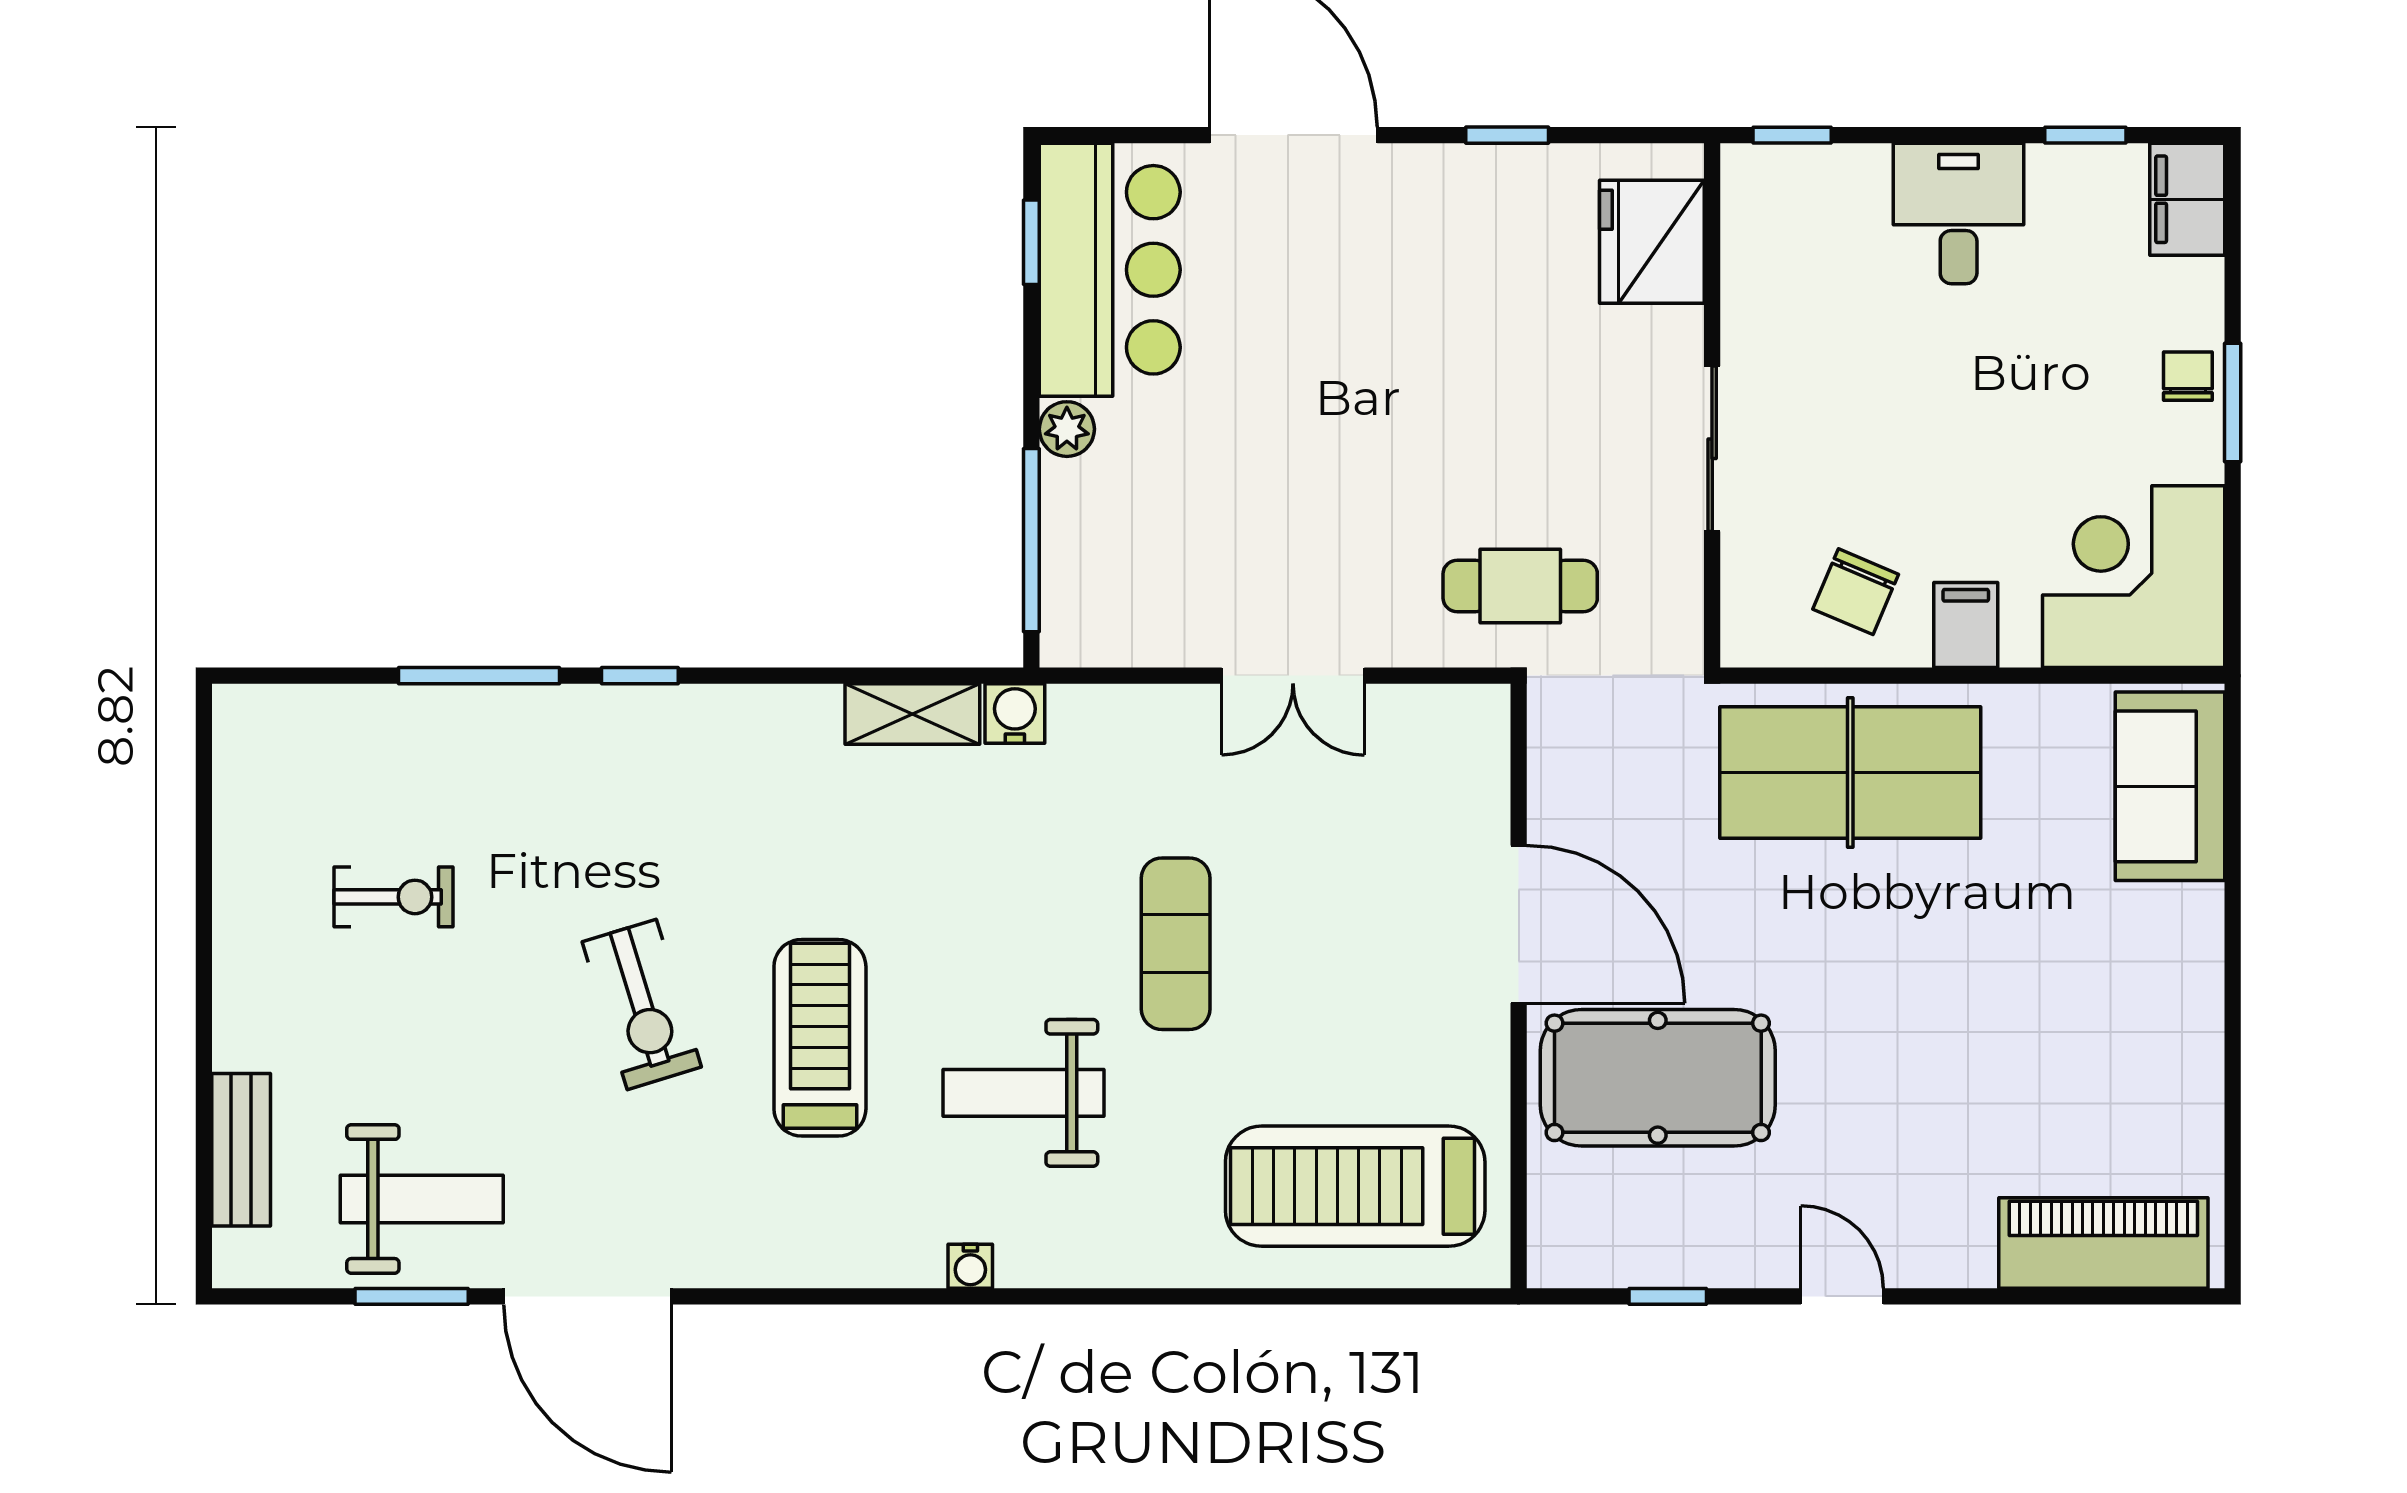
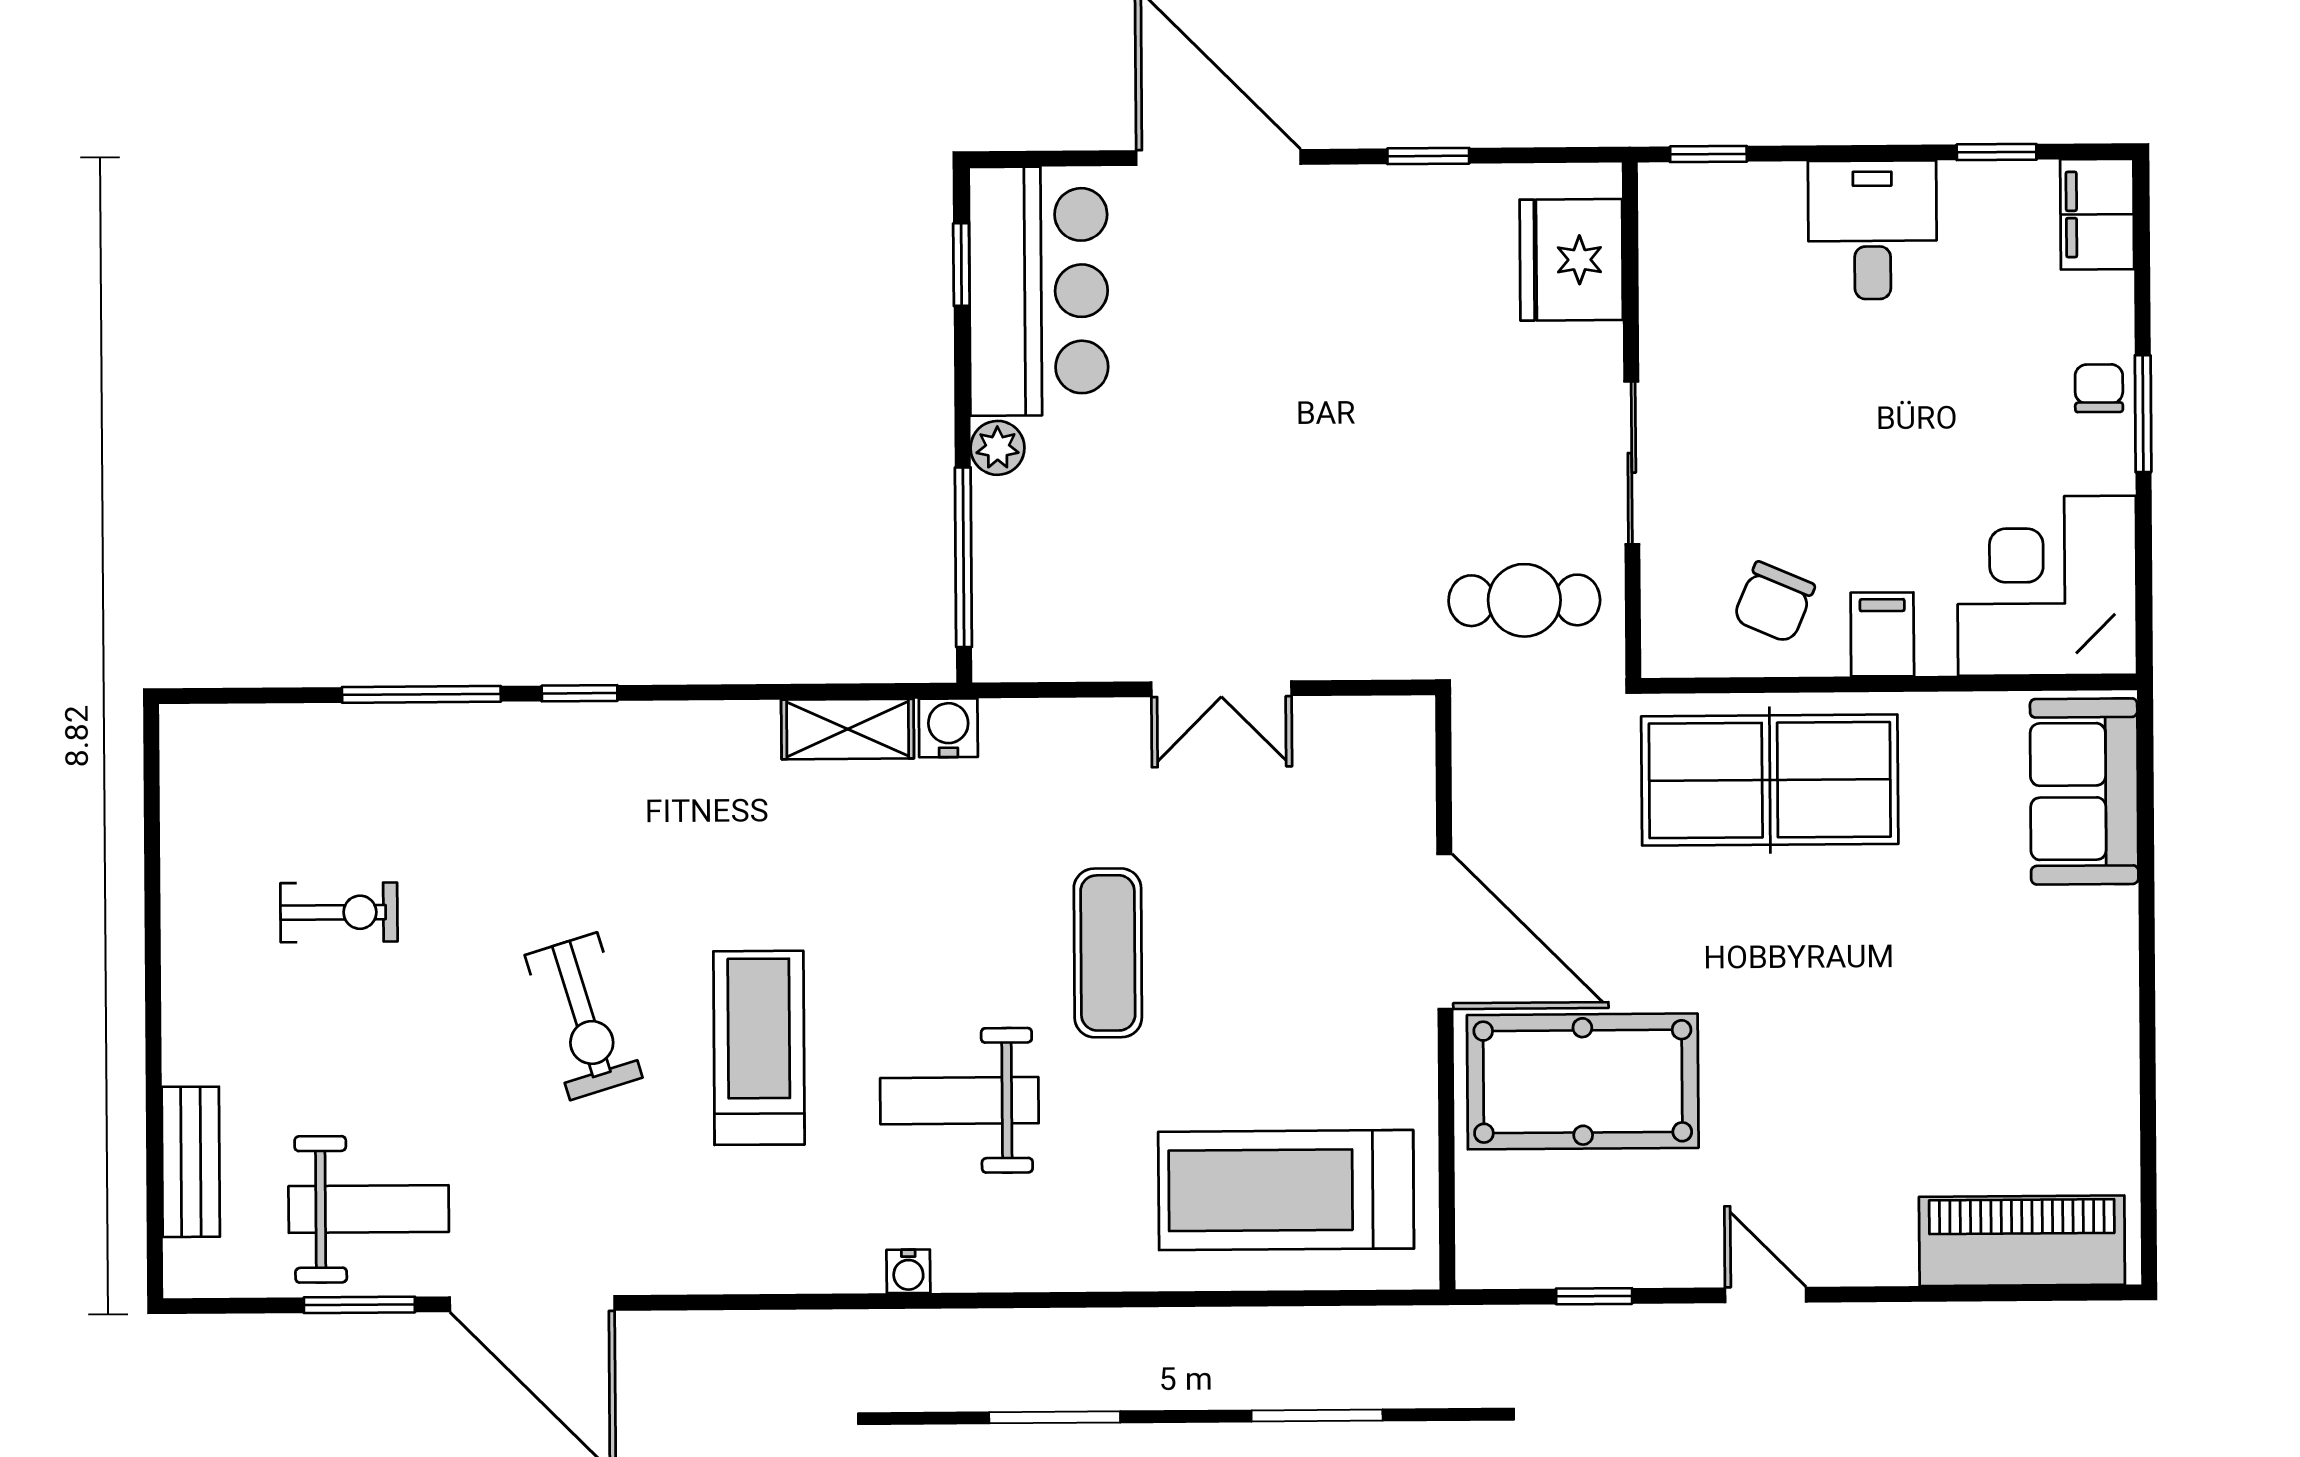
cafe table: (1520, 586) -> (1524, 600), moved

